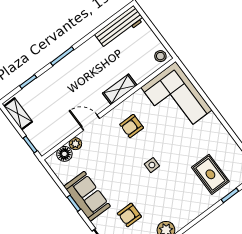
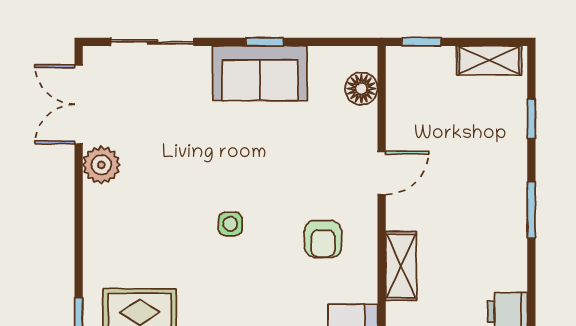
armchair: (132, 126) -> (323, 239), turned 180
plant: (75, 144) -> (365, 120), removed
armchair: (129, 215) -> (174, 121), removed

